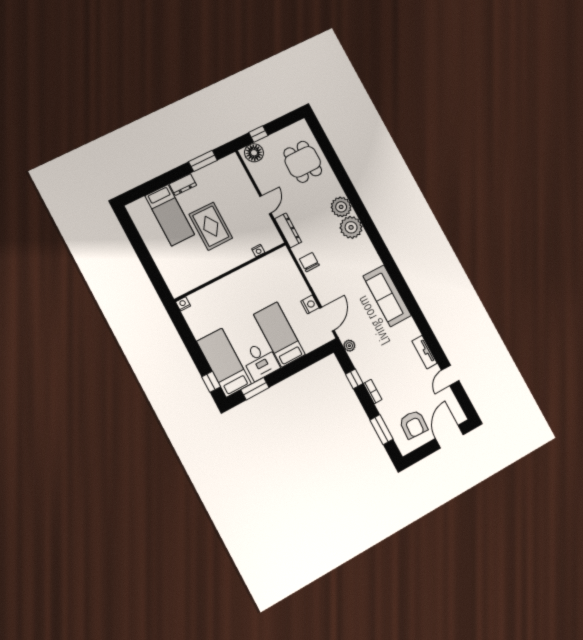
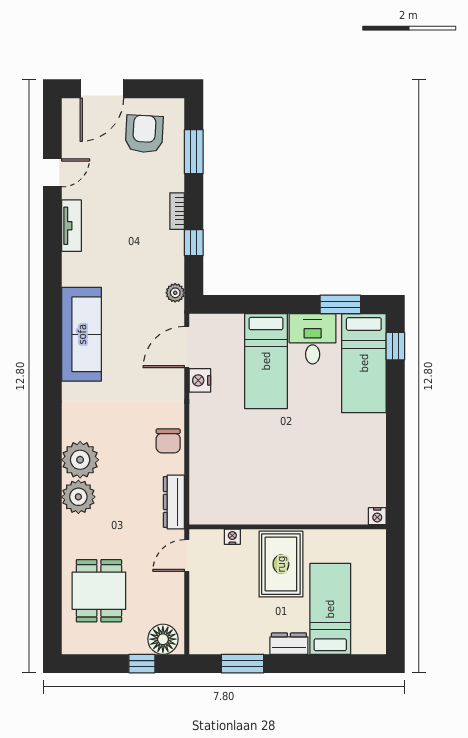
nightstand: (258, 251) -> (232, 537), moved
wall: (230, 272) -> (288, 527), moved
nightstand: (183, 304) -> (377, 516), moved

